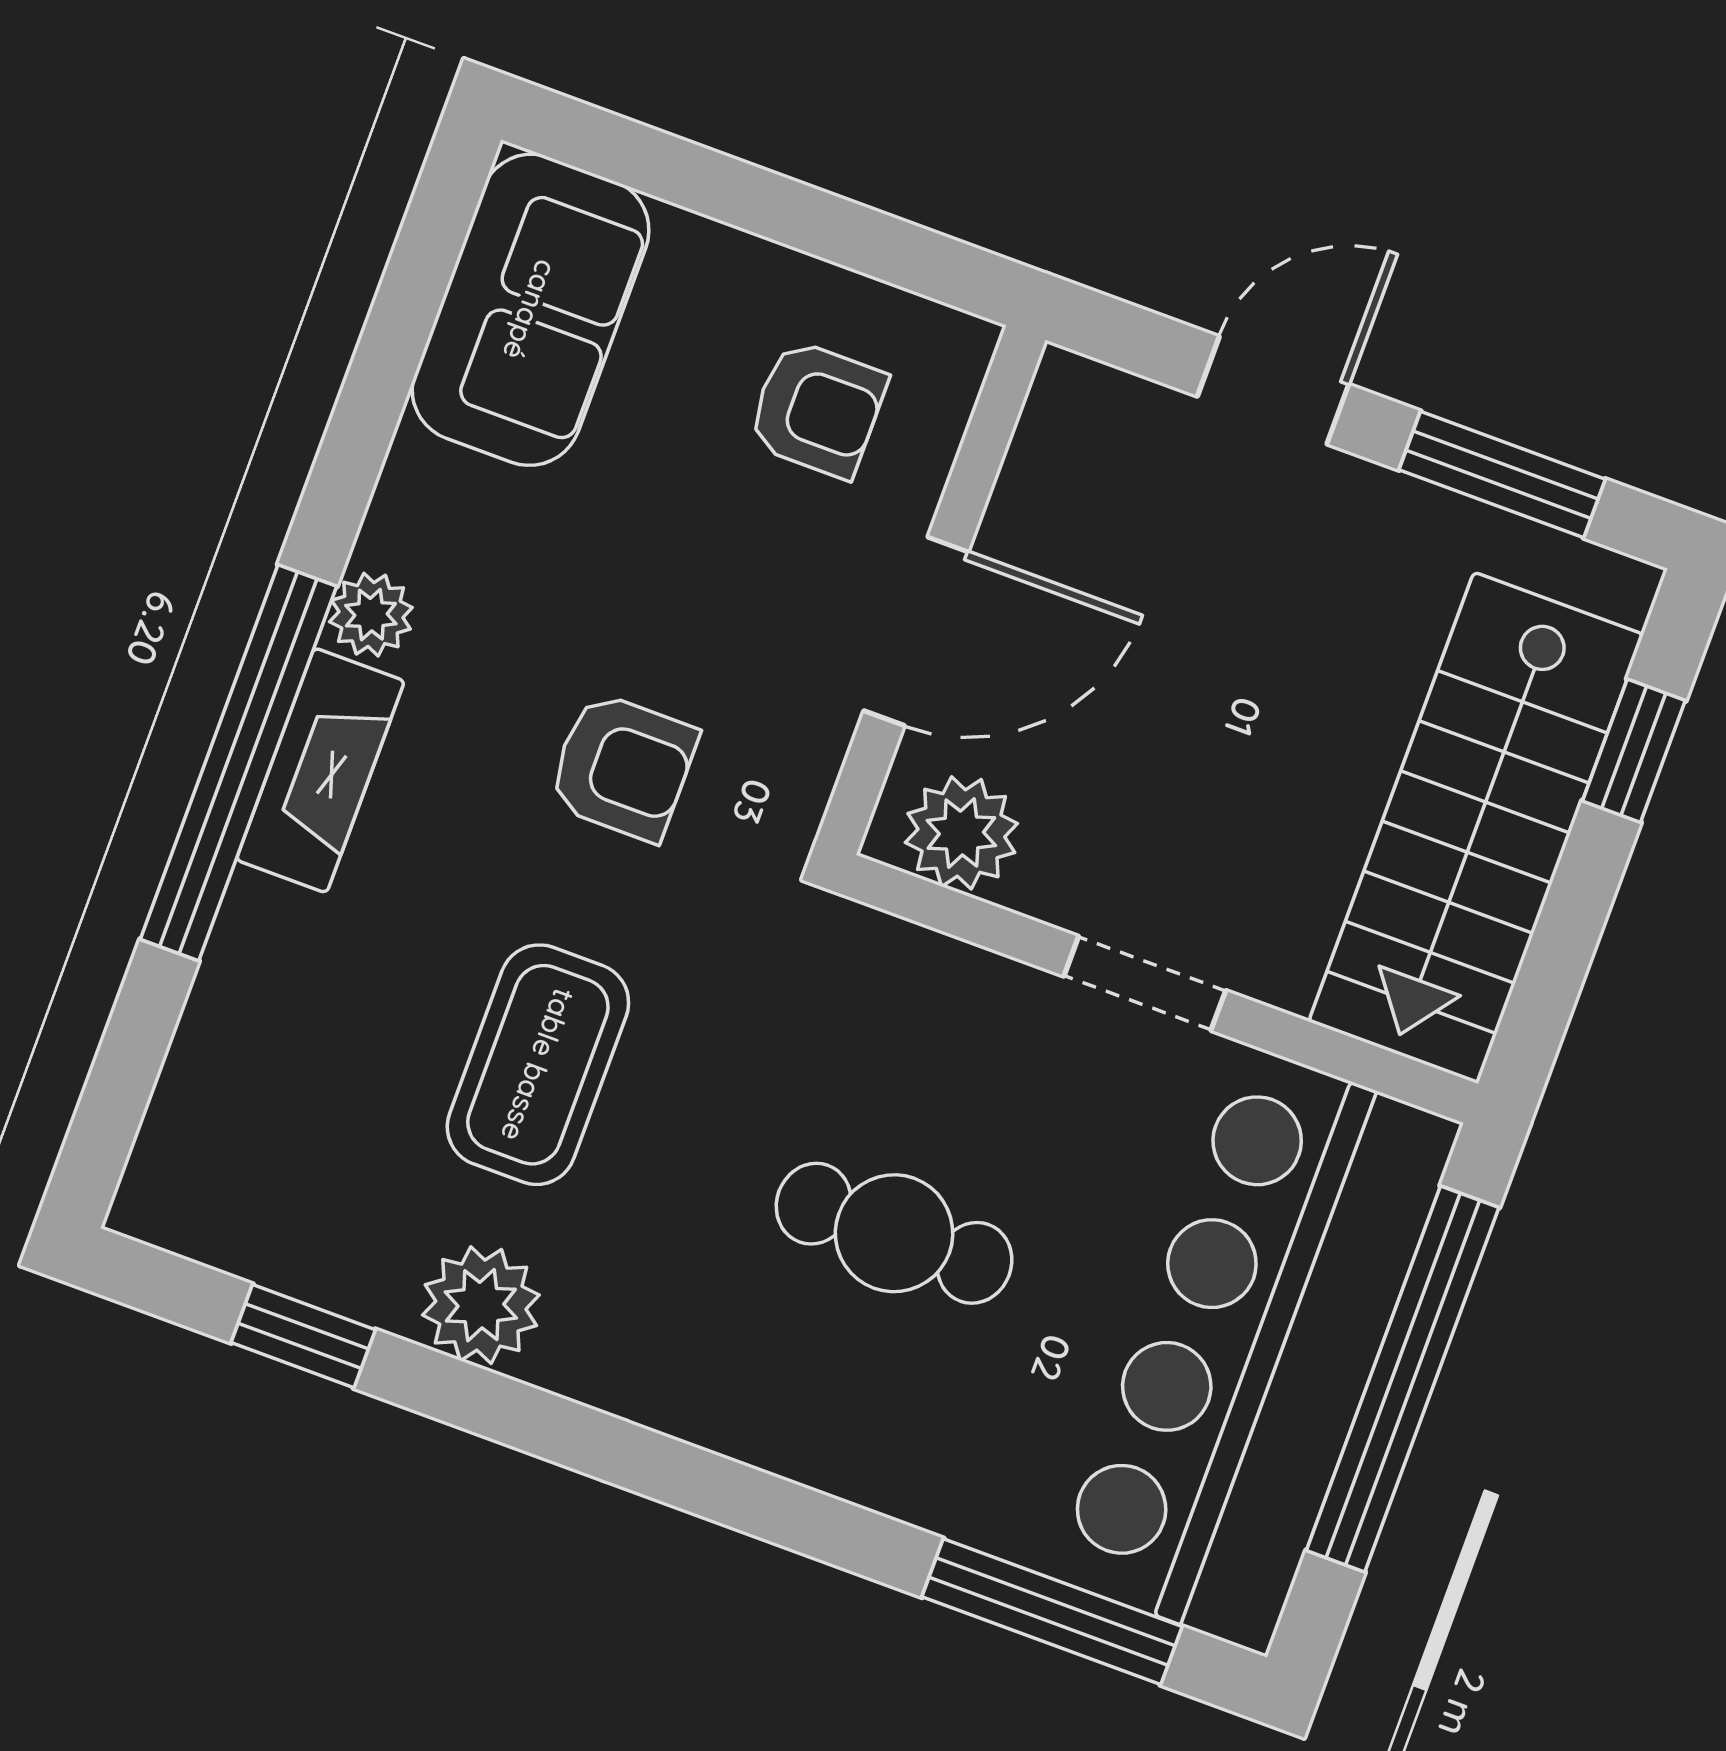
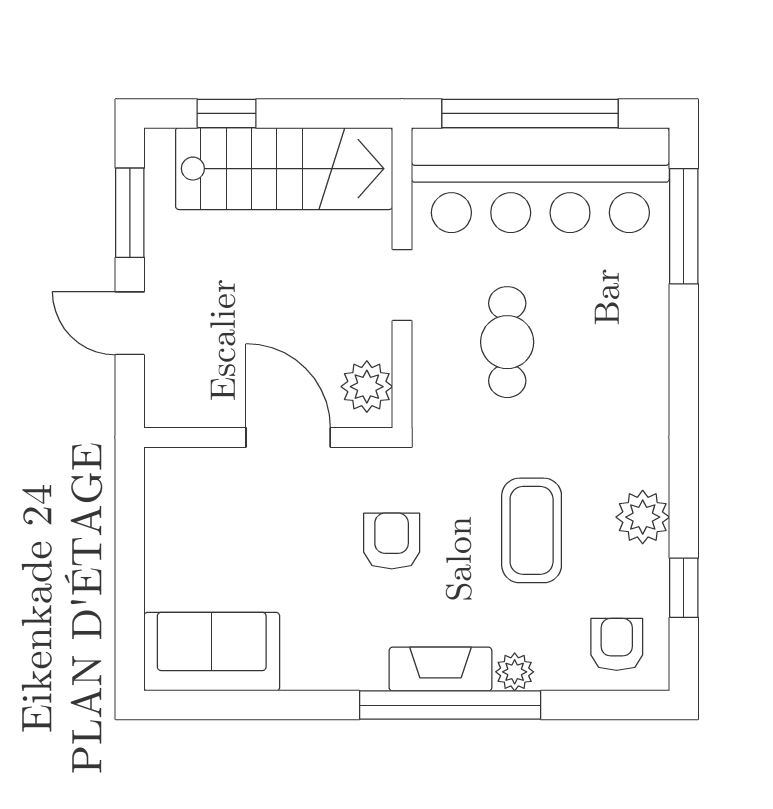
armchair: (817, 409) -> (617, 644), moved
plant: (371, 615) -> (515, 672), moved
coffee table: (538, 1065) -> (532, 530), turned 90
cafe table: (894, 1233) -> (507, 342), moved

